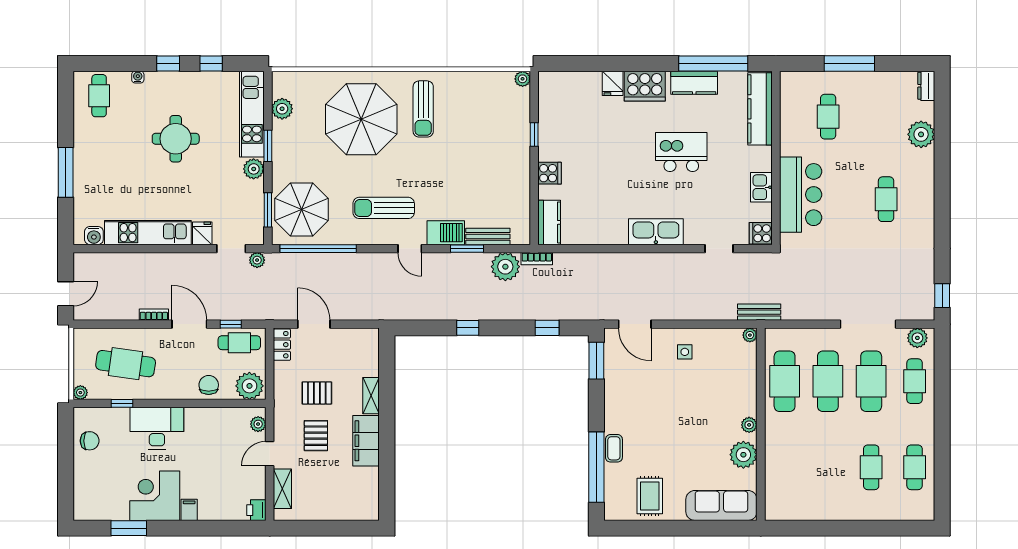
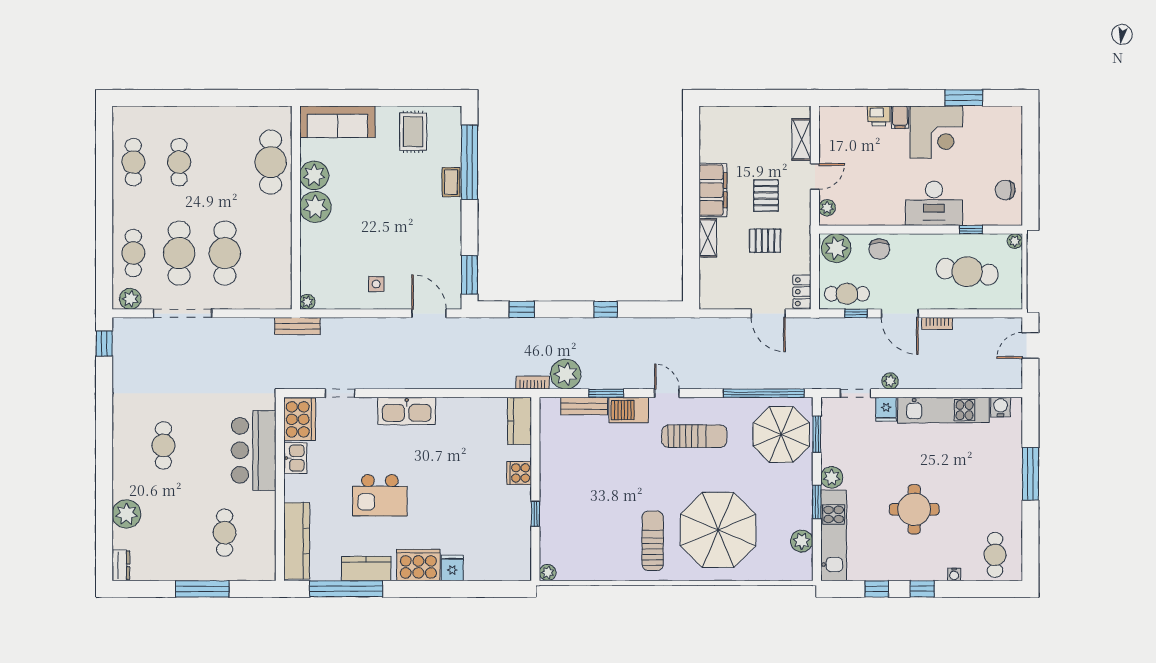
cooker: (761, 233) -> (300, 419), width x1.87, depth x1.31
plant: (257, 260) -> (890, 381), moved
cafe table: (785, 381) -> (271, 162), moved
plant: (749, 425) -> (315, 207), width x1.87, depth x1.87
printer: (256, 510) -> (879, 116), moved, turned 90

